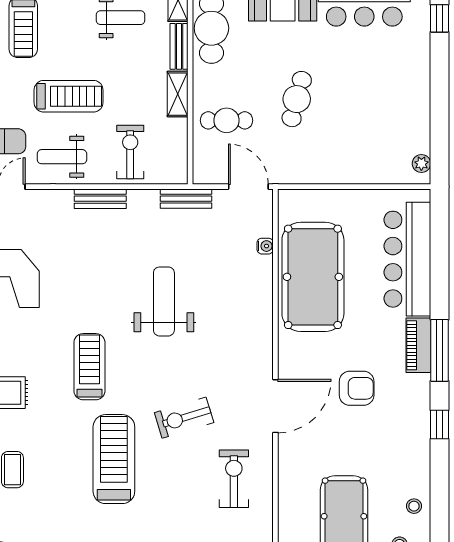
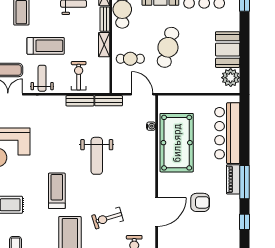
cafe table: (297, 99) -> (168, 47), width x1.37, depth x1.35
booth: (408, 103) -> (228, 50), added
weight bench: (62, 157) -> (42, 78), turned 90
plant: (421, 163) -> (231, 78), width x1.87, depth x1.87
bench: (100, 199) -> (80, 101), moved
weight bench: (164, 301) -> (97, 156), turned 180

